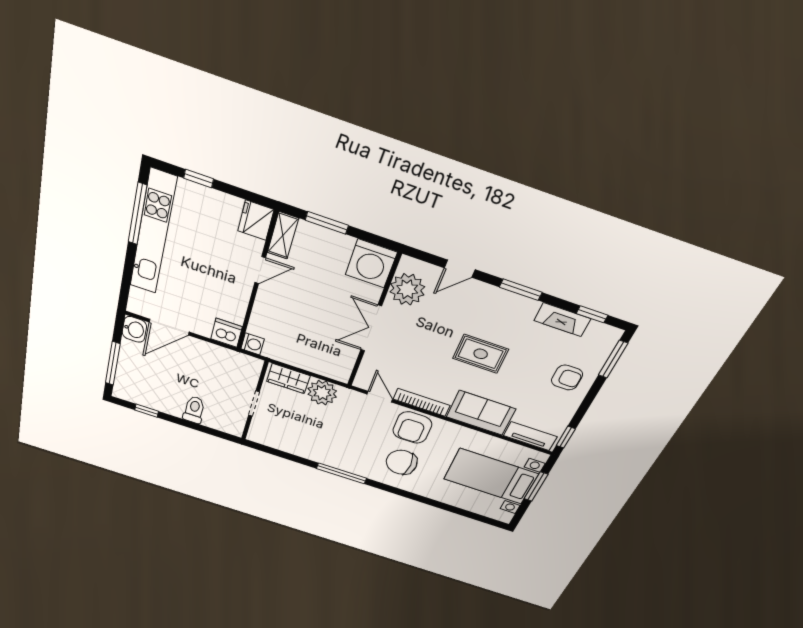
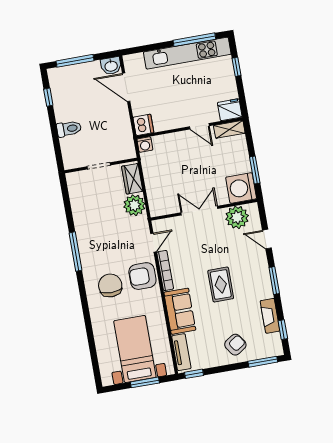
window: (327, 223) -> (255, 170), moved
armchair: (567, 378) -> (235, 345), turned -124

